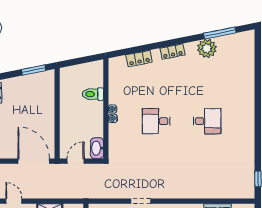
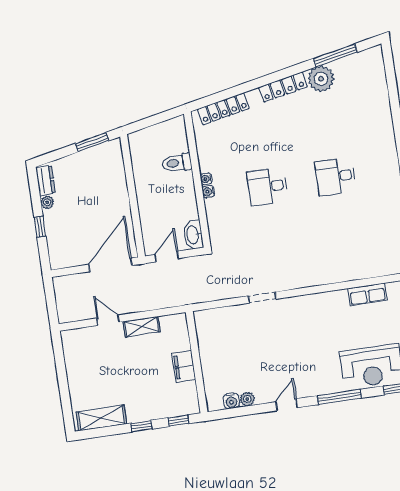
locker: (172, 52) -> (283, 87), width x1.53
locker: (139, 59) -> (223, 109), width x1.53
desk: (207, 121) -> (336, 176), turned 180
door: (34, 161) -> (110, 265), hinge flipped
door: (14, 201) -> (108, 320), moved

